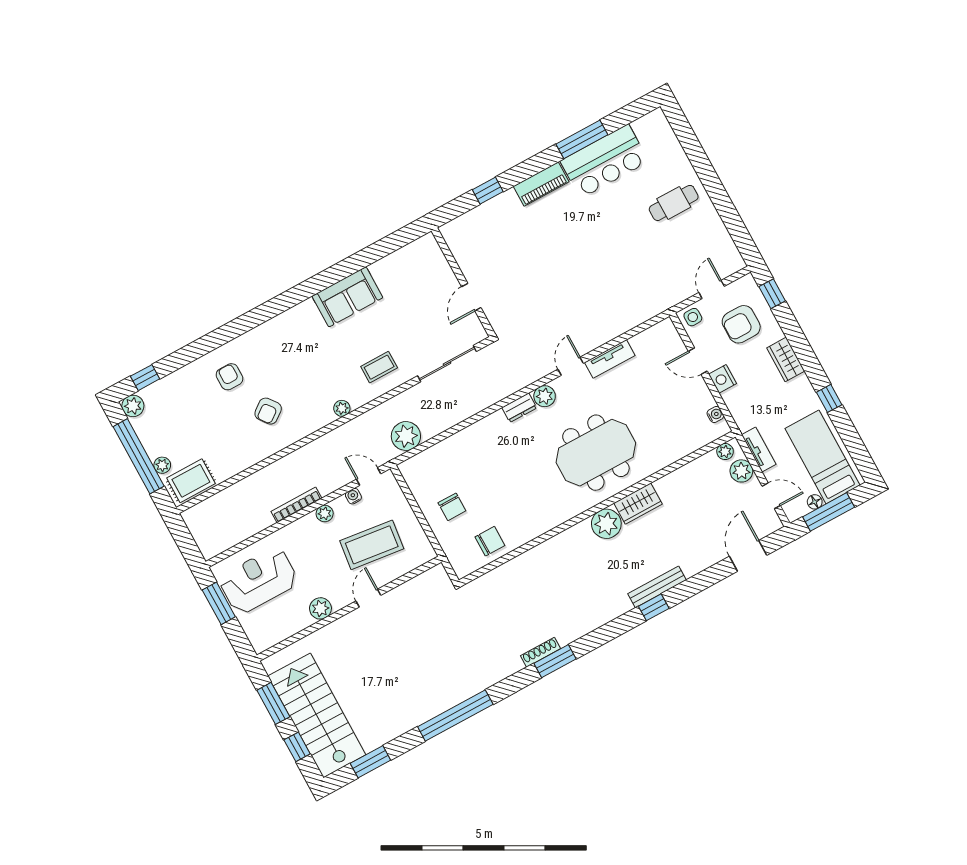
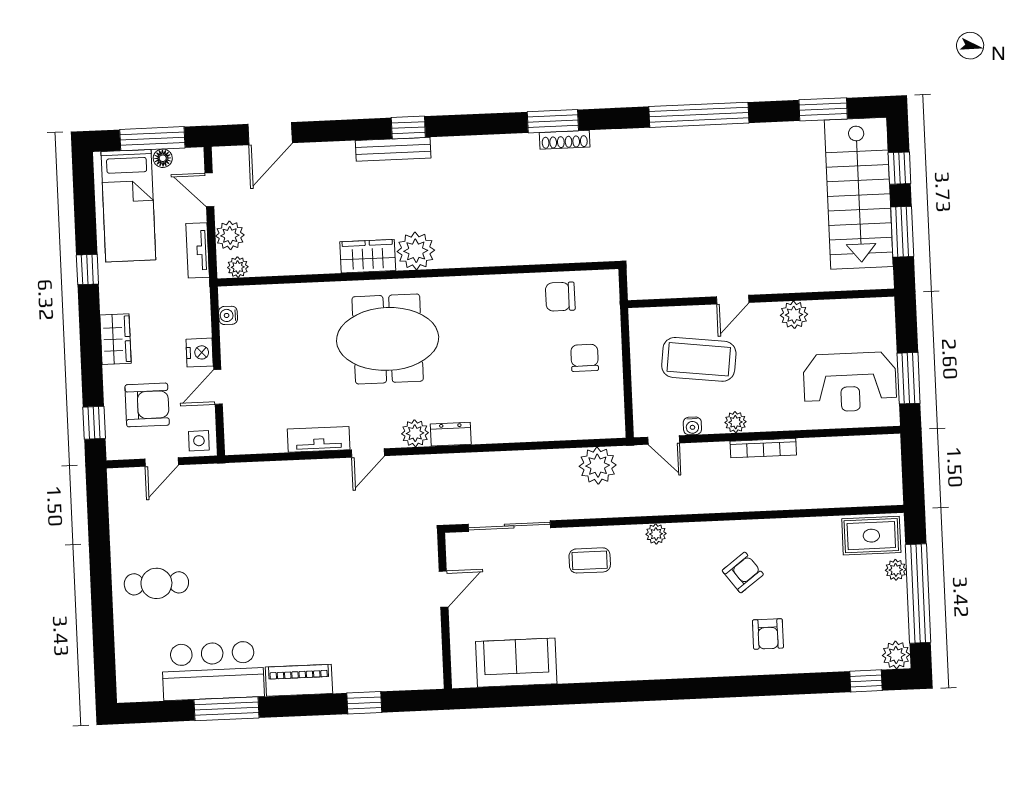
sofa: (347, 297) -> (516, 663), moved
door: (698, 361) -> (218, 387), swing flipped

